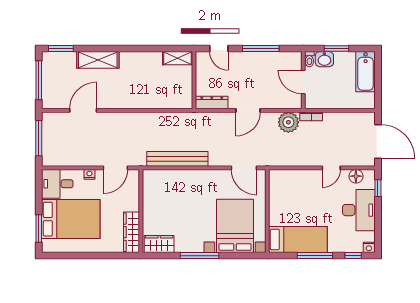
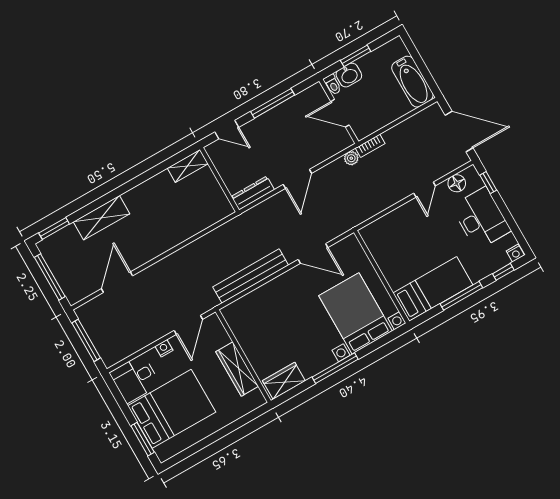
bathtub: (366, 72) -> (412, 82), moved
plant: (288, 122) -> (351, 158), width x0.53, depth x0.53
door: (244, 168) -> (313, 253), moved
wardrobe: (132, 232) -> (237, 369), moved

